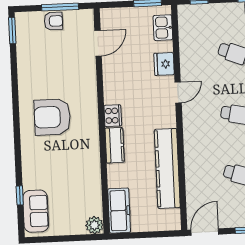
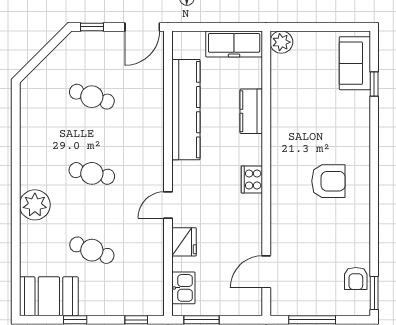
armchair: (53, 21) -> (356, 278), moved, turned -90
armchair: (52, 117) -> (328, 181), width x0.73, depth x0.73
kitchen counter: (115, 145) -> (251, 111), moved
freezer: (119, 211) -> (234, 44), moved, turned -90

